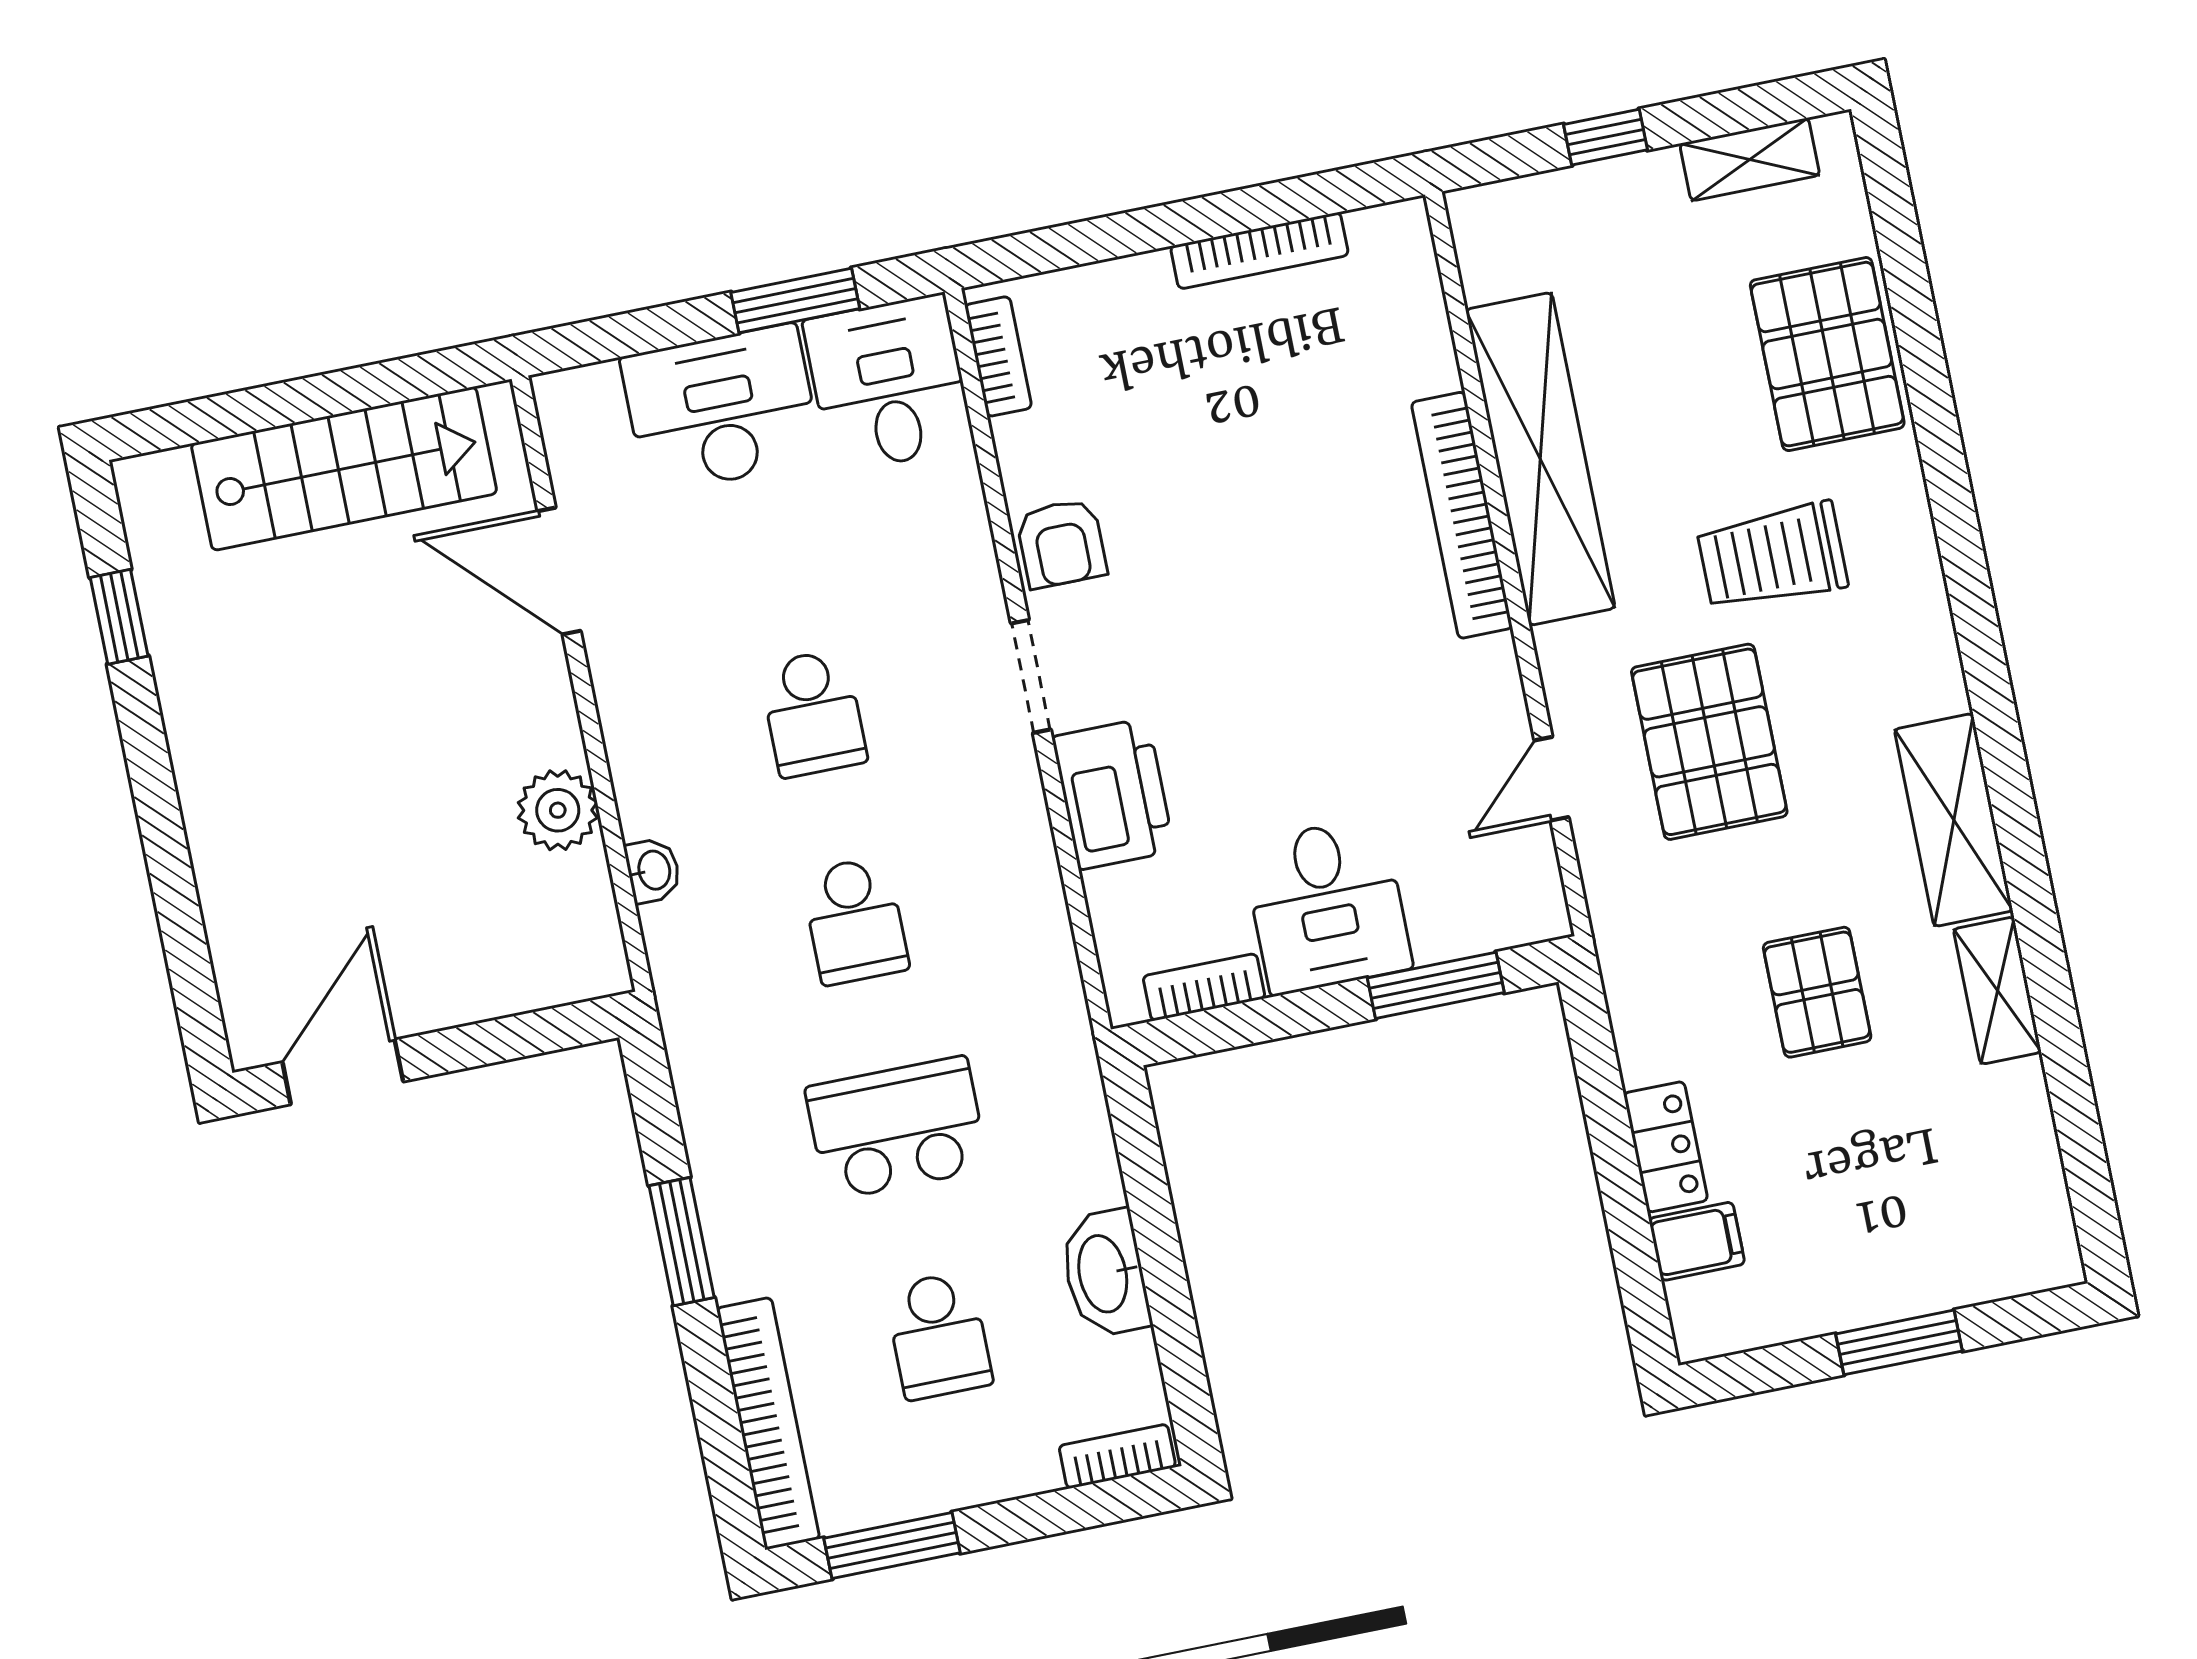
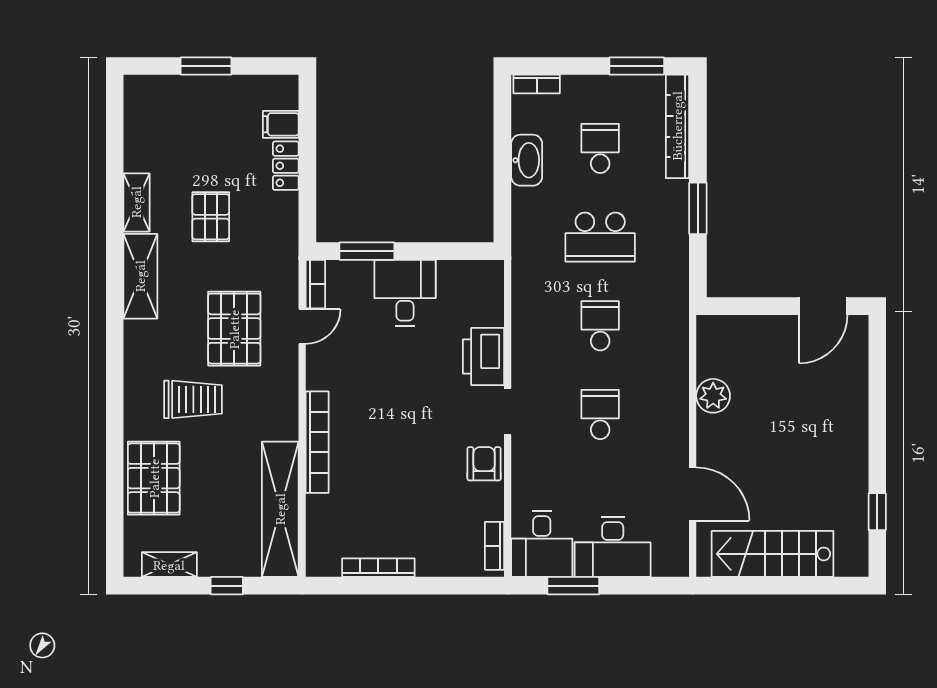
shelving: (1540, 459) -> (280, 509), moved
washbasin: (653, 870) -> (679, 363), removed
bookcase: (1204, 987) -> (315, 284), moved, turned -90

